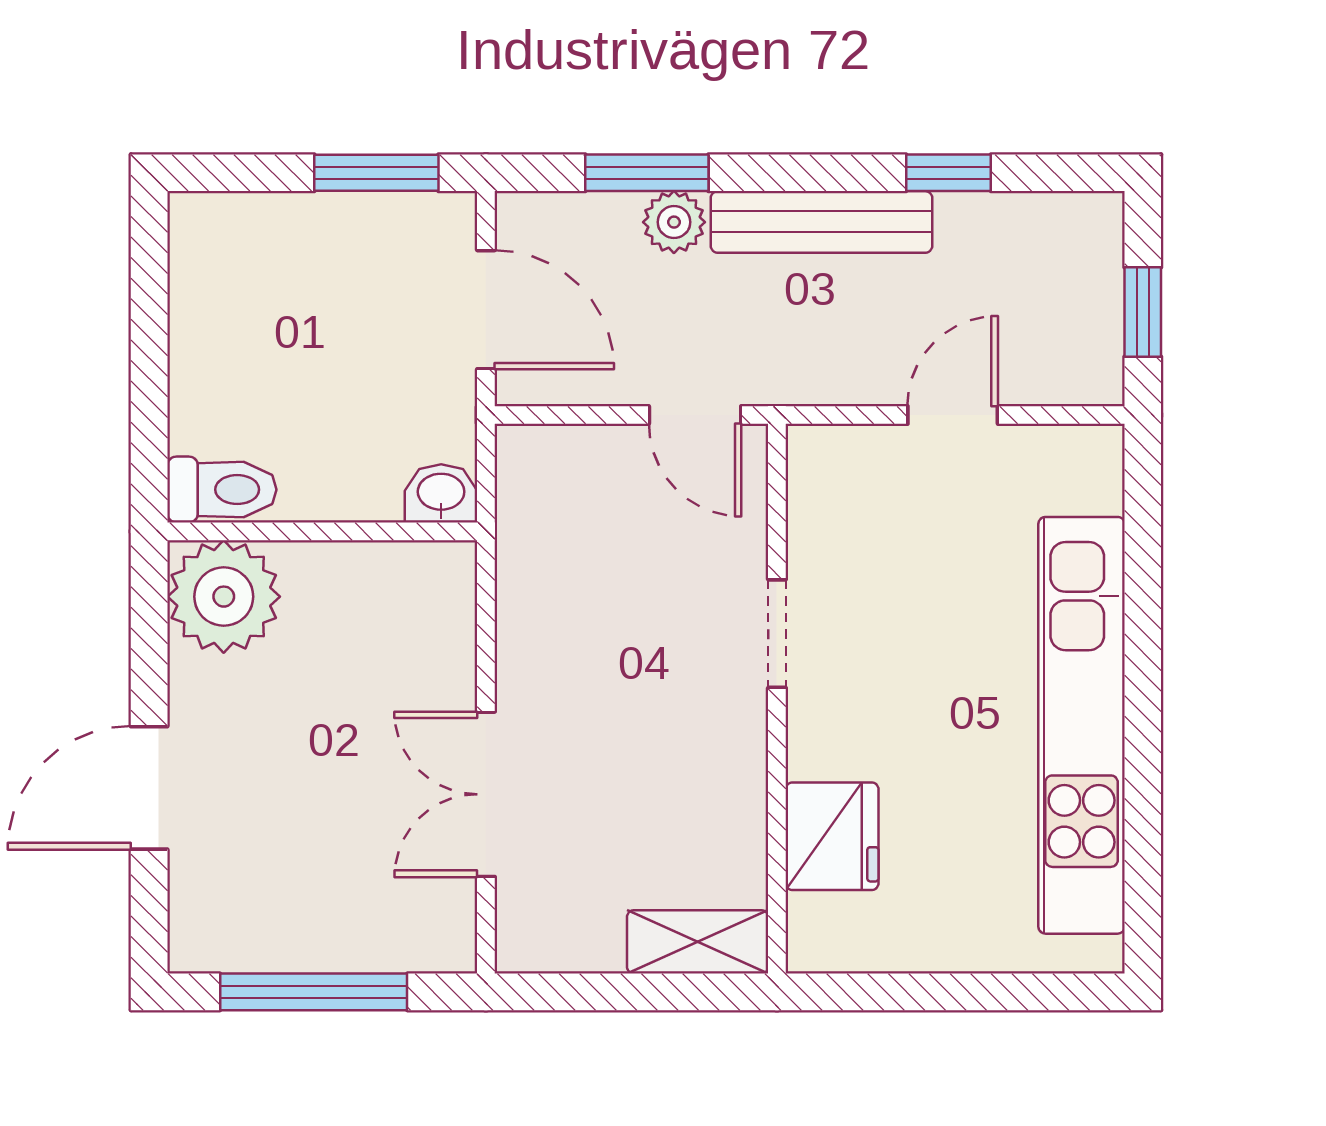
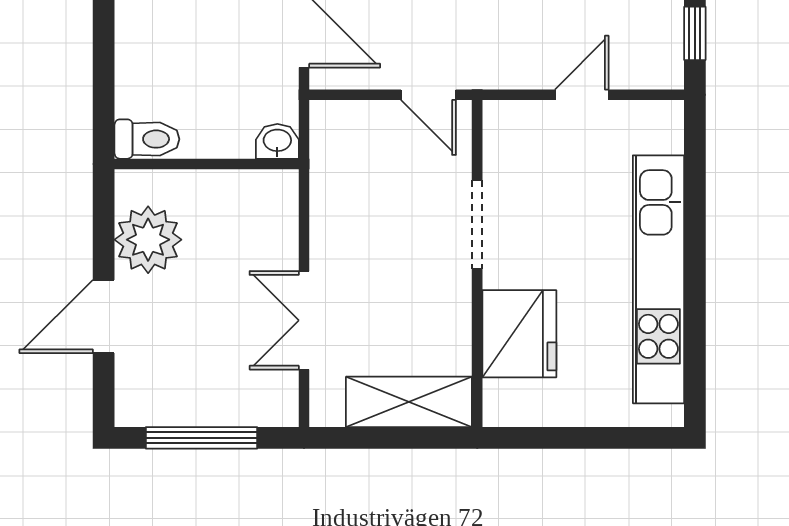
plant: (224, 597) -> (148, 240), moved
doorway: (777, 634) -> (477, 225), width x1.38
fridge: (832, 836) -> (519, 334), width x1.36, depth x1.34
shelving: (698, 942) -> (409, 402), width x1.50, depth x1.33

